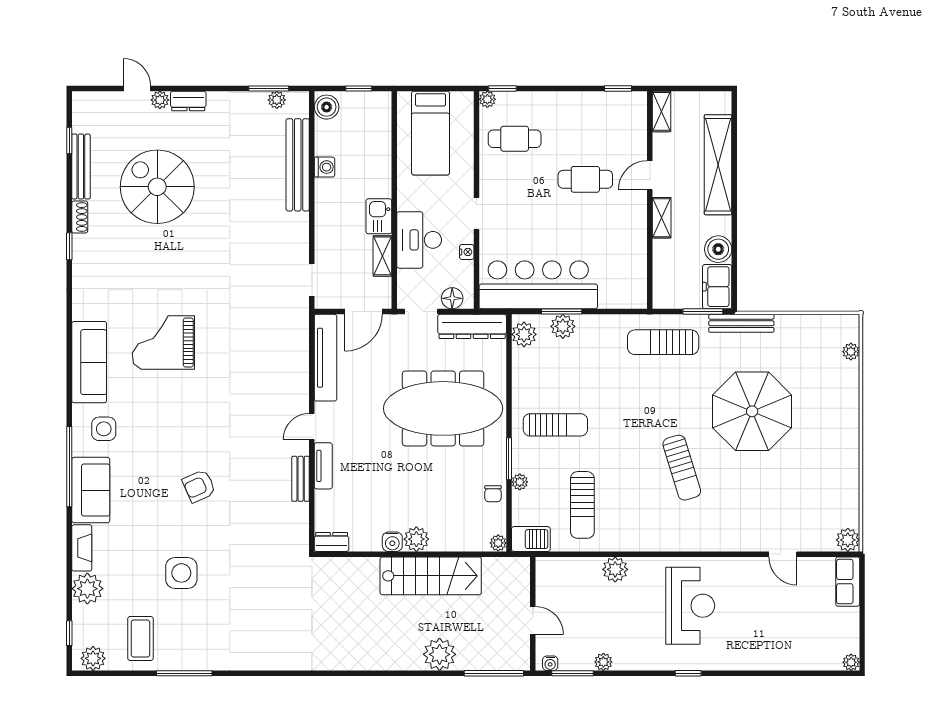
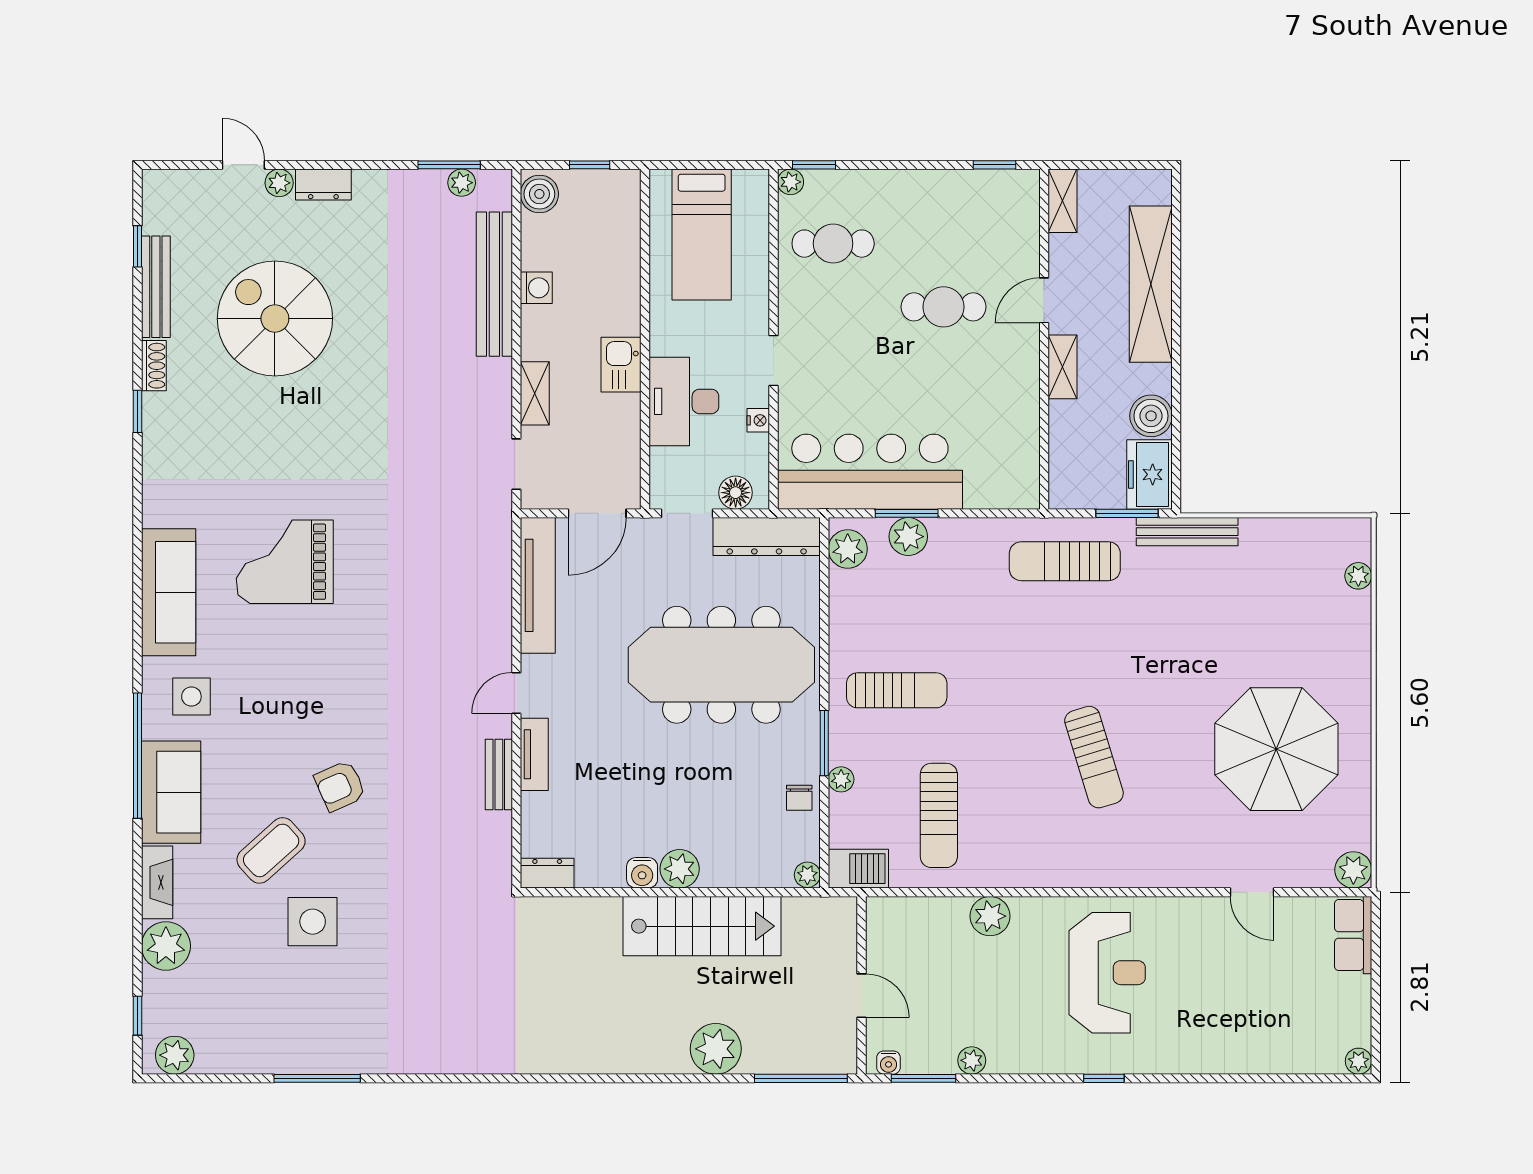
shelving: (382, 256) -> (535, 393), moved
parasol: (752, 411) -> (1276, 749), moved
coffee table: (140, 639) -> (271, 850), moved, turned 48

